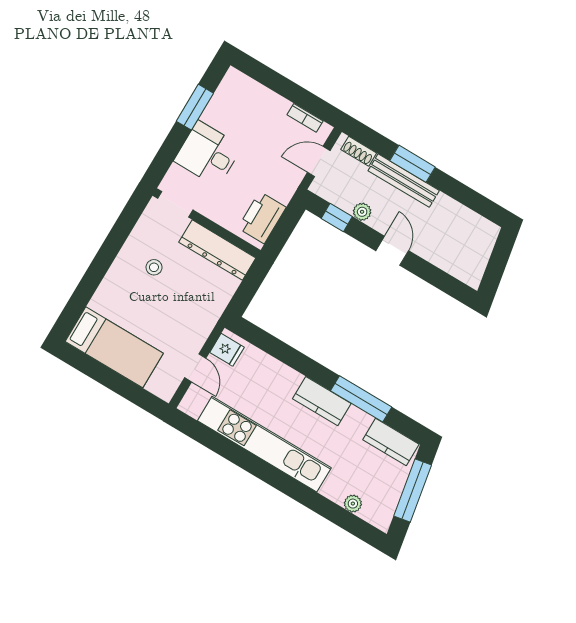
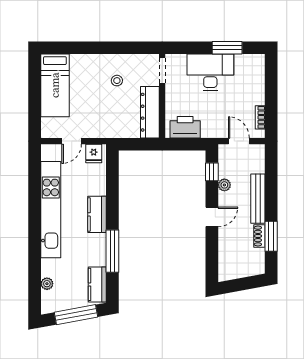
shoe rack: (359, 151) -> (259, 236), moved
desk: (208, 154) -> (210, 72), width x1.37
window: (413, 164) -> (271, 236), moved
kitchen counter: (322, 401) -> (97, 214), moved

